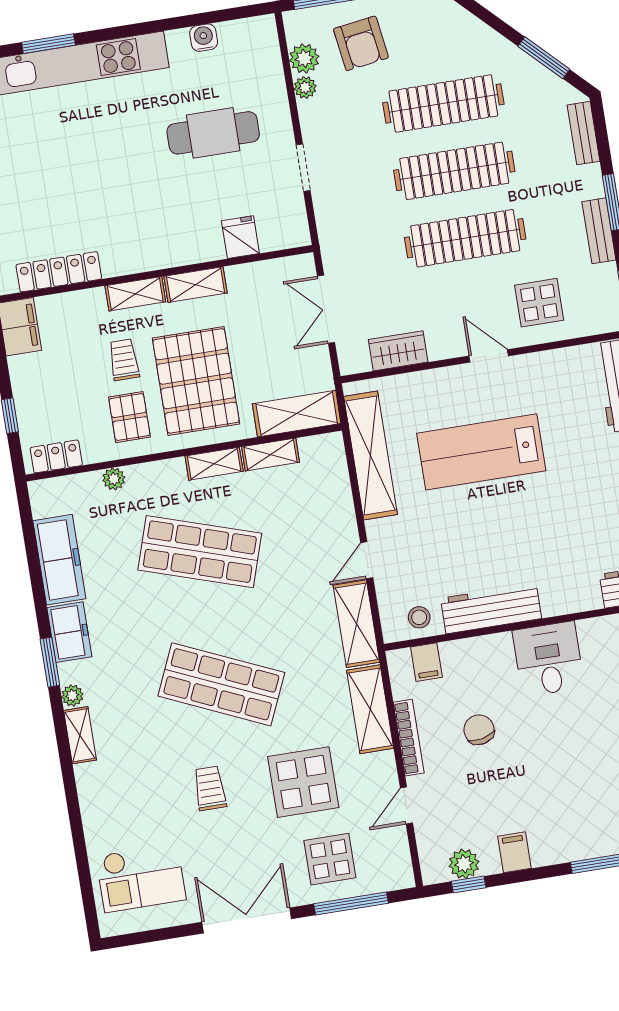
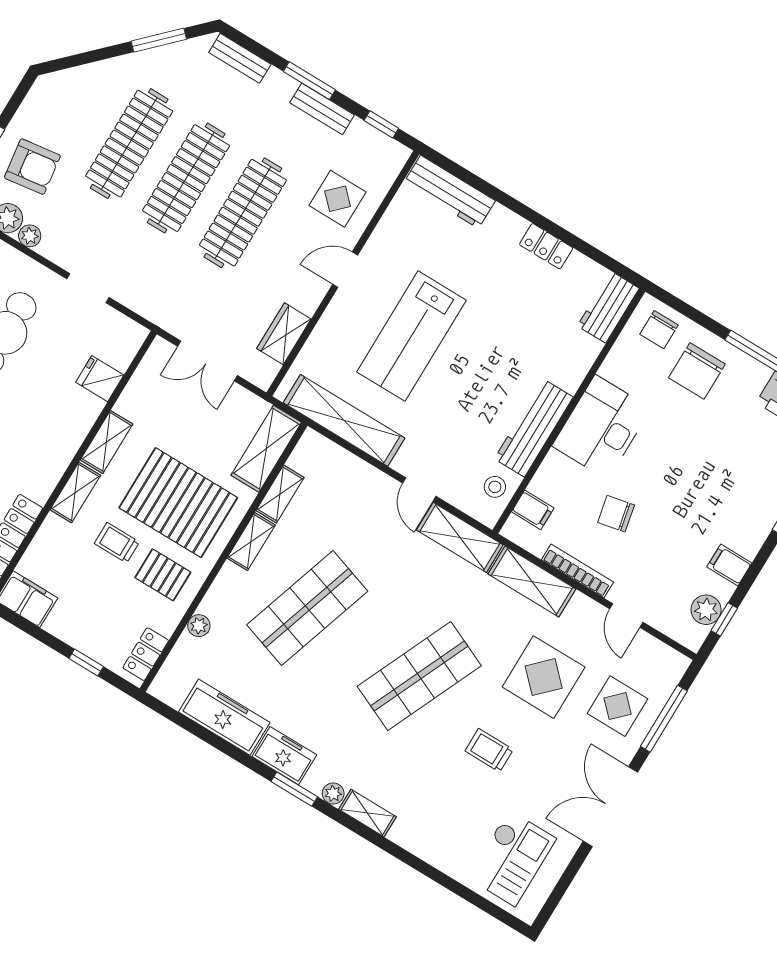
desk: (548, 659) -> (602, 427), width x1.37

